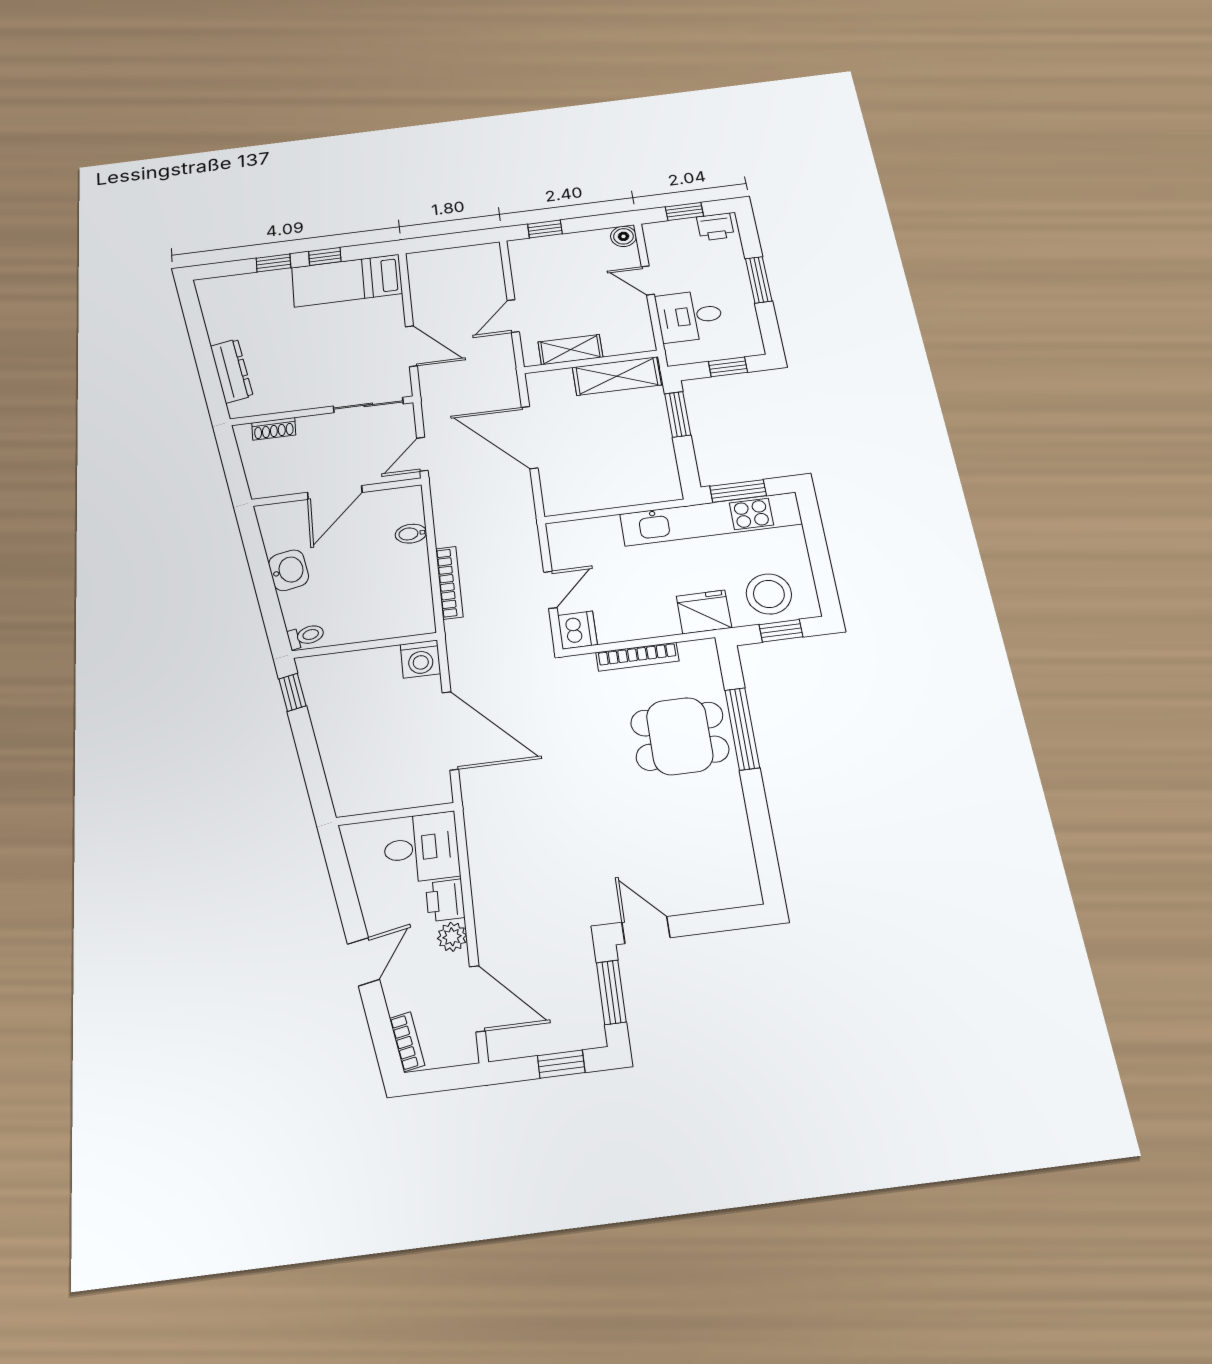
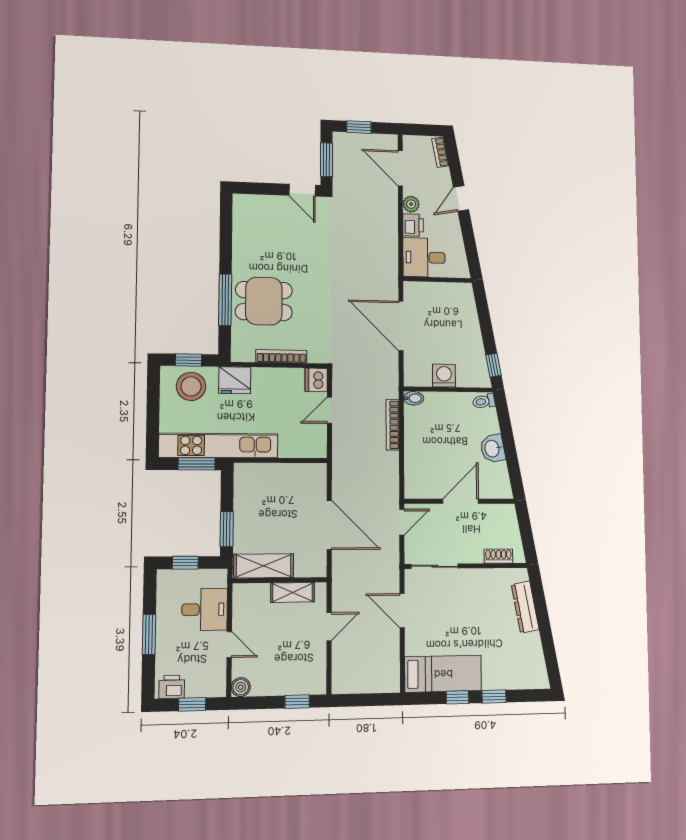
bidet: (411, 534) -> (414, 398), moved
washing machine: (420, 659) -> (444, 376), moved

